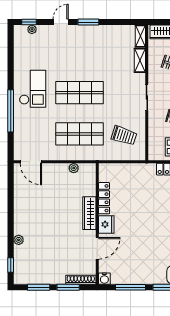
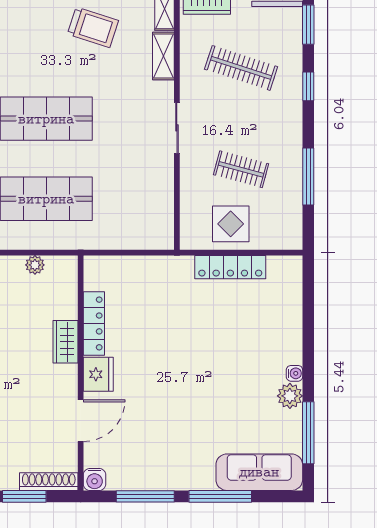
trolley: (124, 136) -> (93, 27), moved
wardrobe: (89, 213) -> (65, 342), width x0.67

